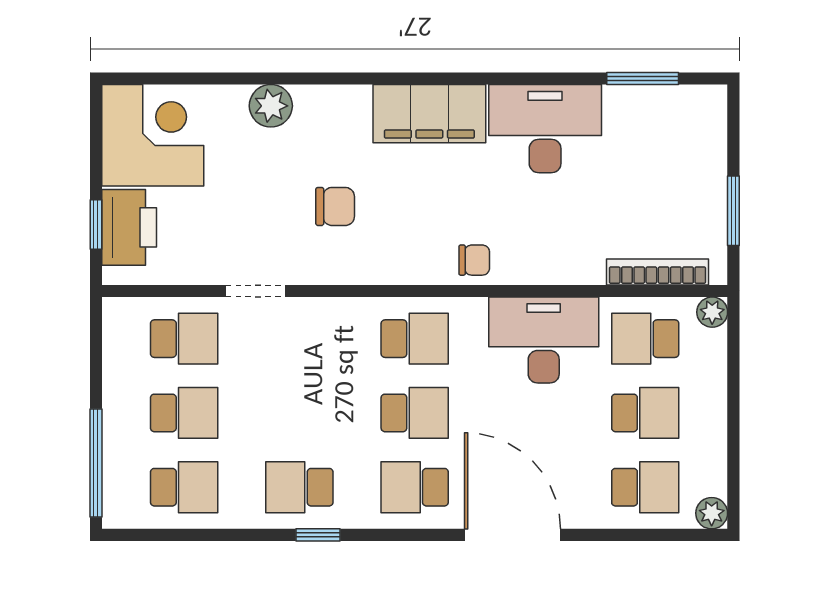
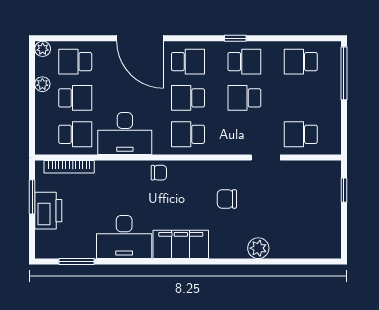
corner desk: (153, 135) -> (316, 234), removed
printer: (129, 227) -> (48, 211), moved, turned 180
chair: (474, 260) -> (159, 173), turned 180
plant: (712, 312) -> (42, 84), moved
school desk: (184, 413) -> (244, 98), moved
school desk: (645, 413) -> (75, 98), turned 180

